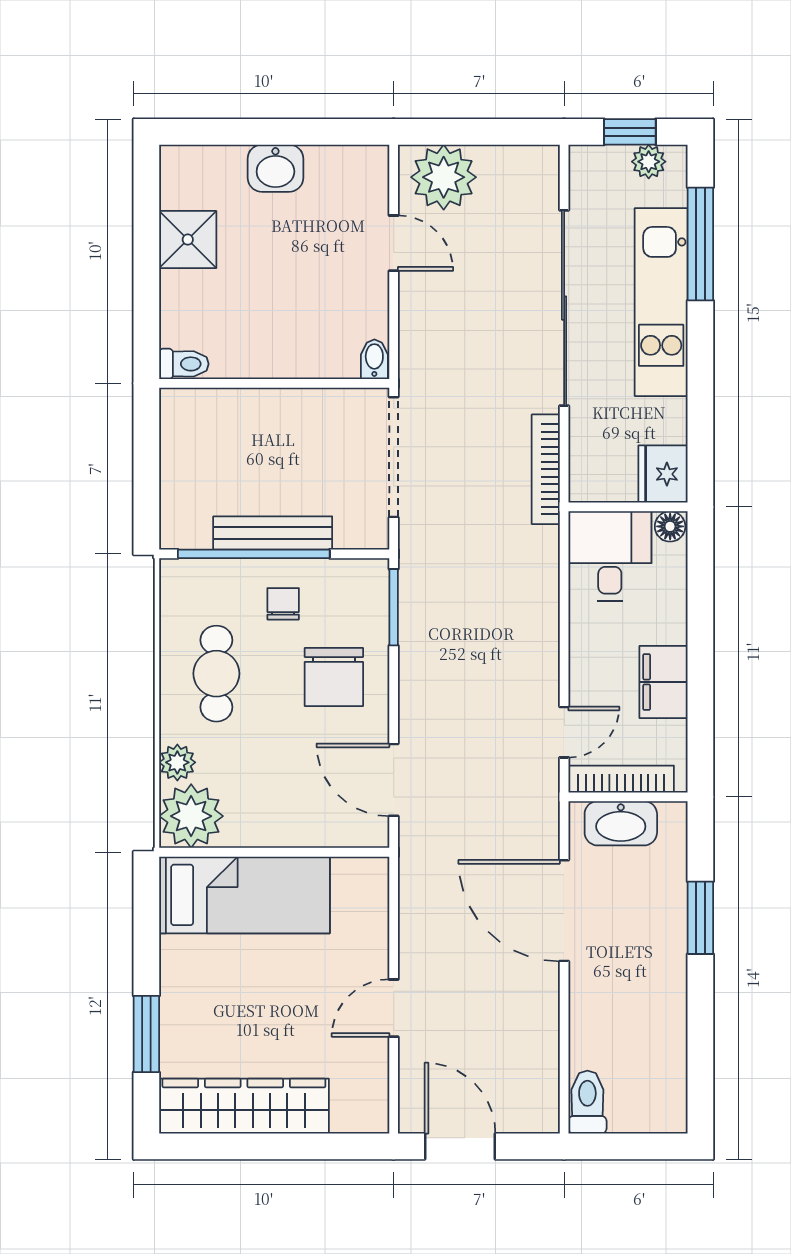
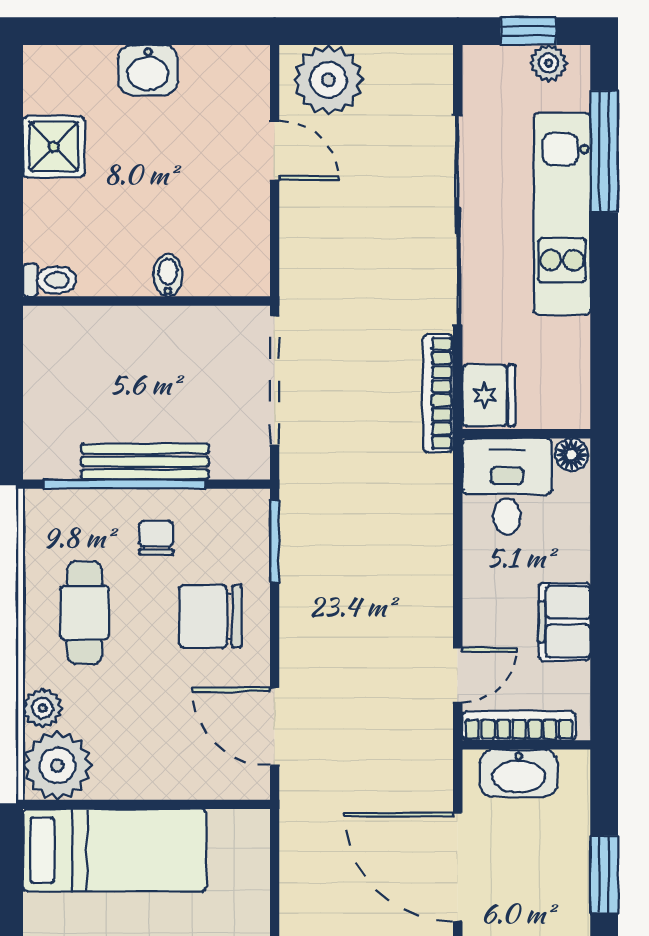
bidet: (374, 359) -> (168, 275), moved
fridge: (663, 474) -> (489, 395), moved, turned 180
chair: (334, 677) -> (211, 616), turned 90

